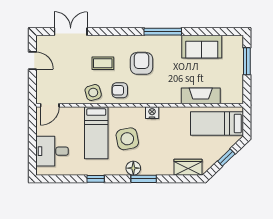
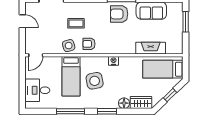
armchair: (141, 63) -> (119, 14), moved, turned -90
floor lamp: (133, 168) -> (124, 103), moved
window: (96, 179) -> (71, 111), width x2.17

